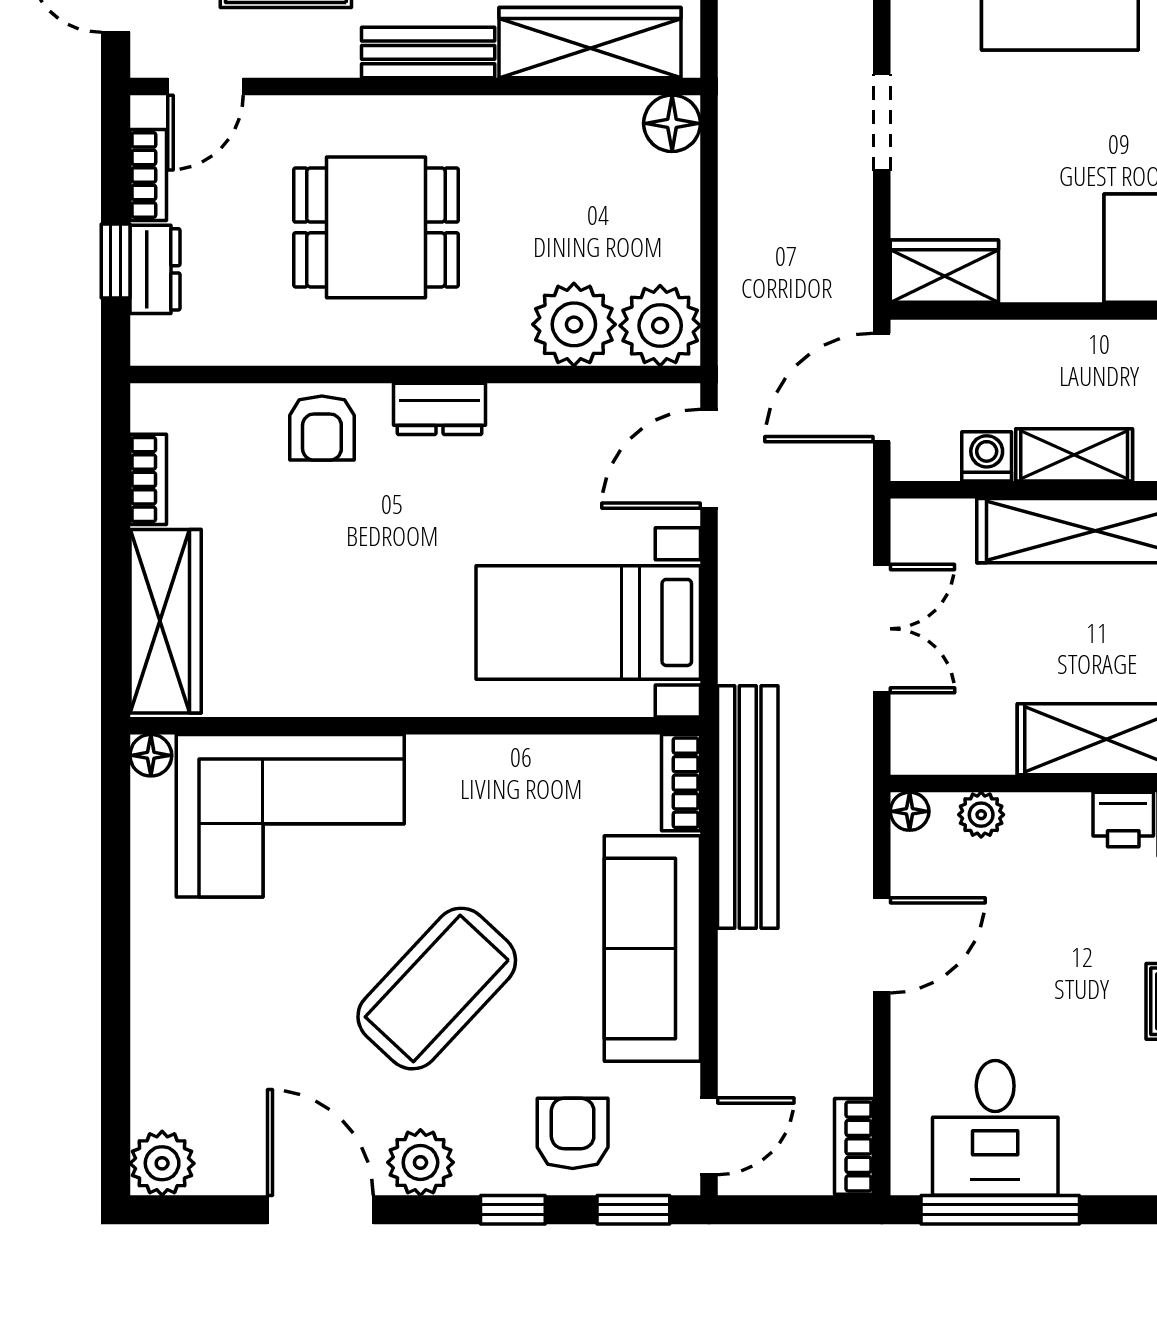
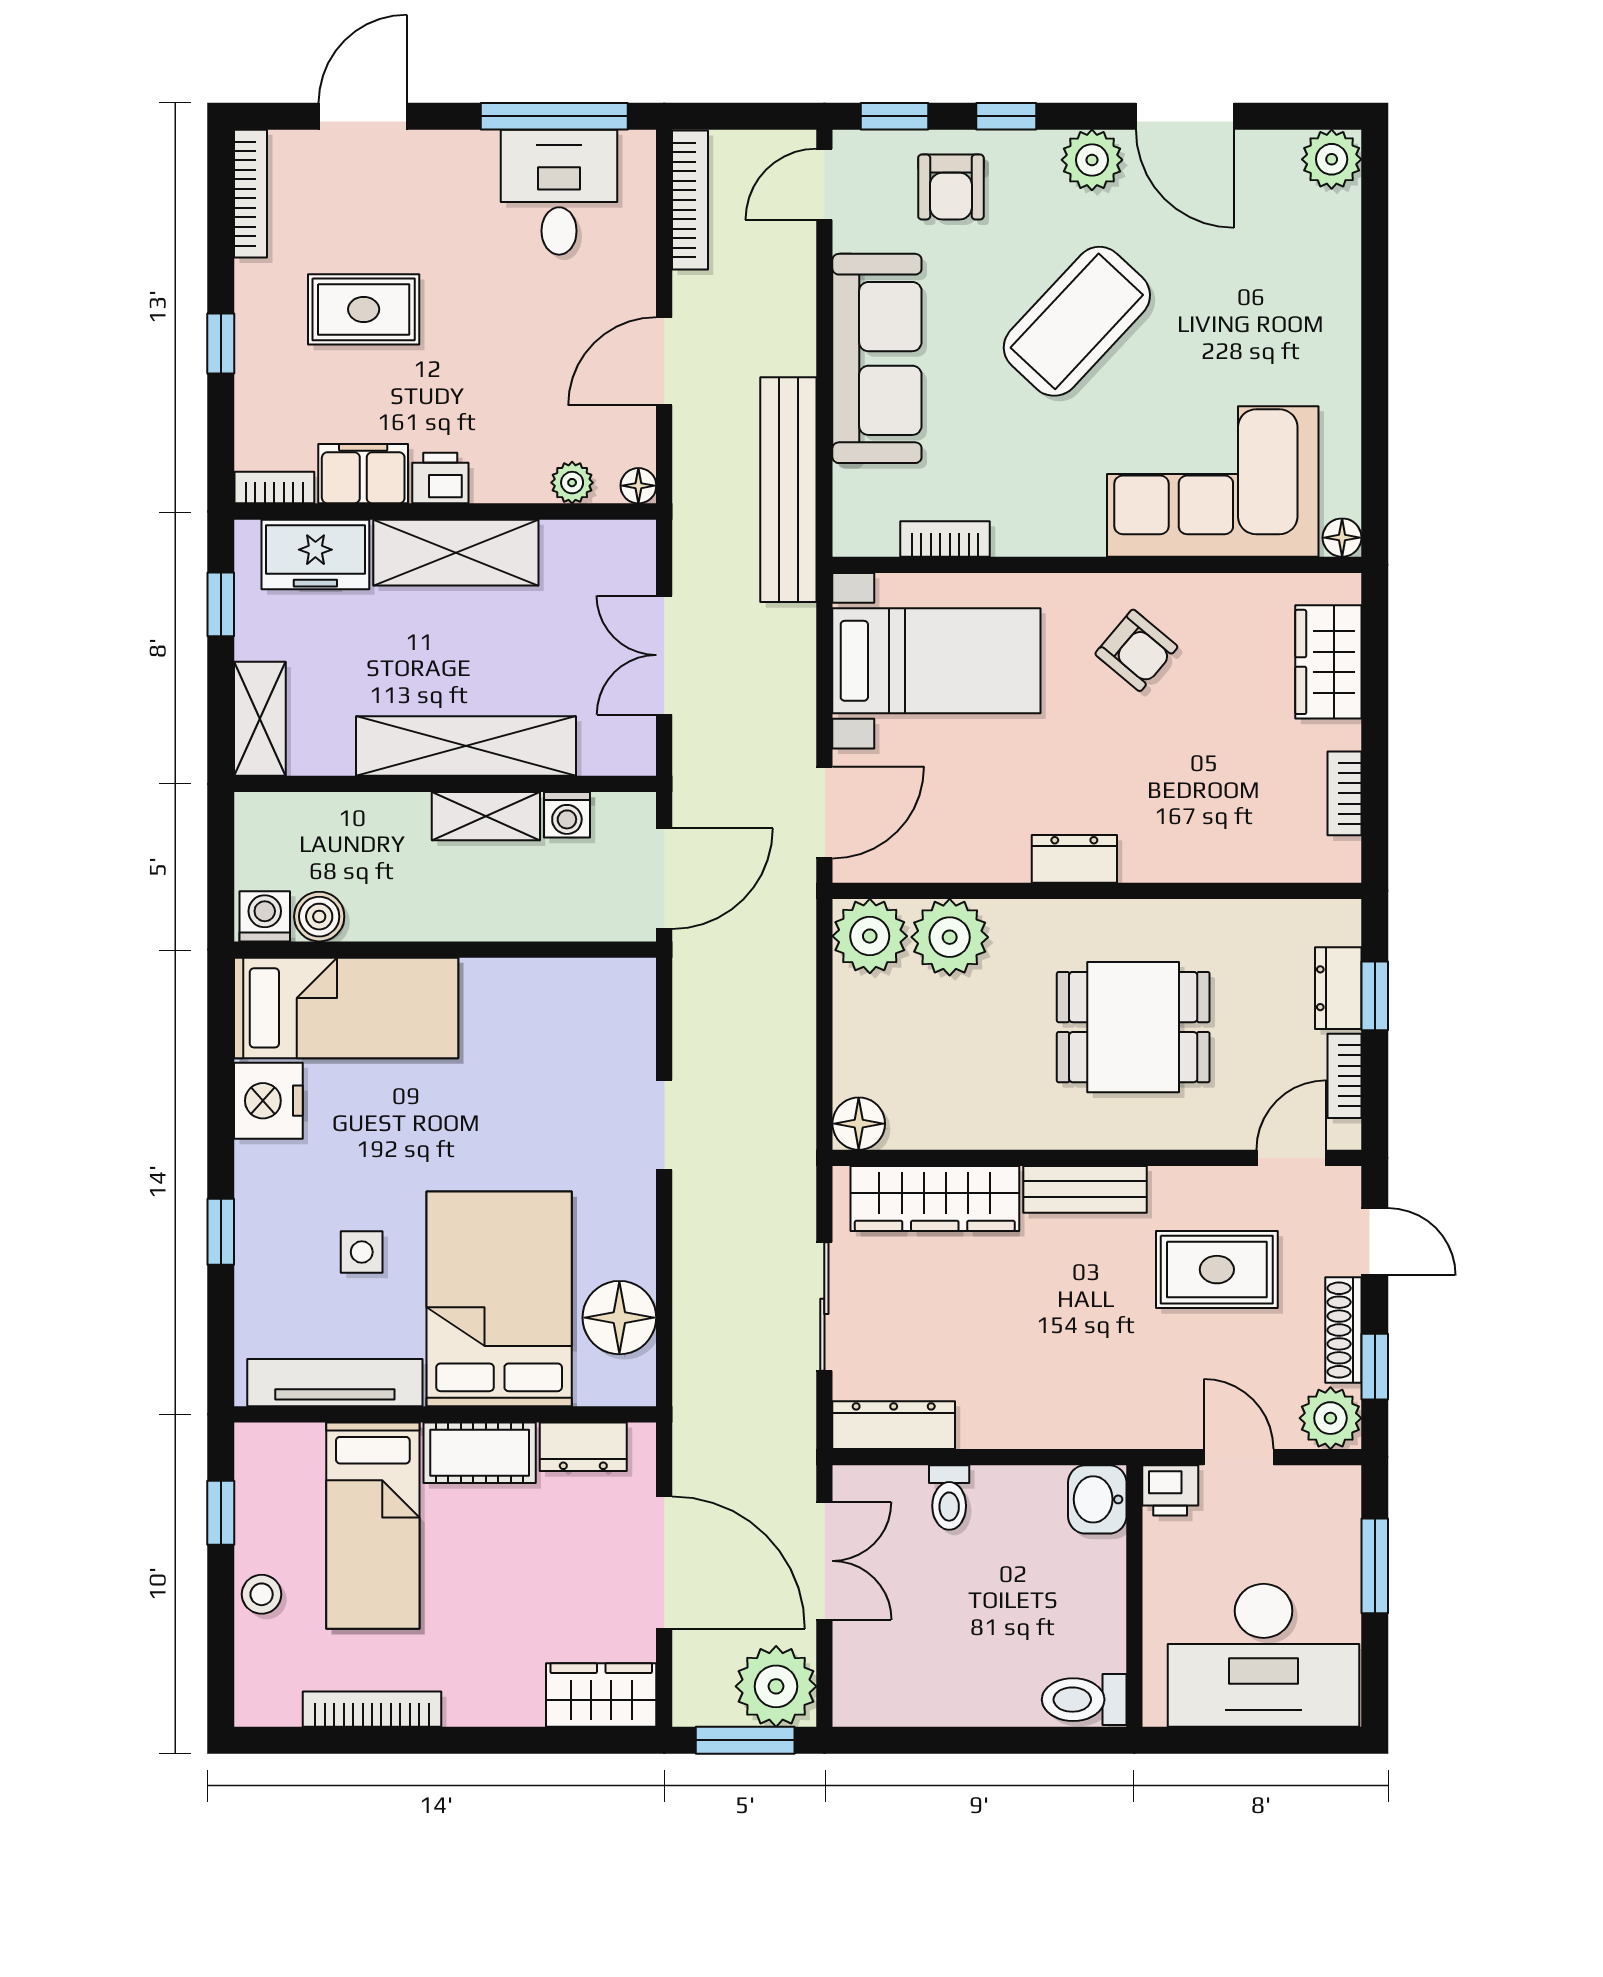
wardrobe: (944, 271) -> (606, 987), removed
armchair: (322, 428) -> (1136, 650), moved, turned 130
wardrobe: (166, 621) -> (1328, 662), width x0.67
bookcase: (681, 783) -> (945, 539), moved, turned -90
bookcase: (854, 1146) -> (690, 200), width x1.56

